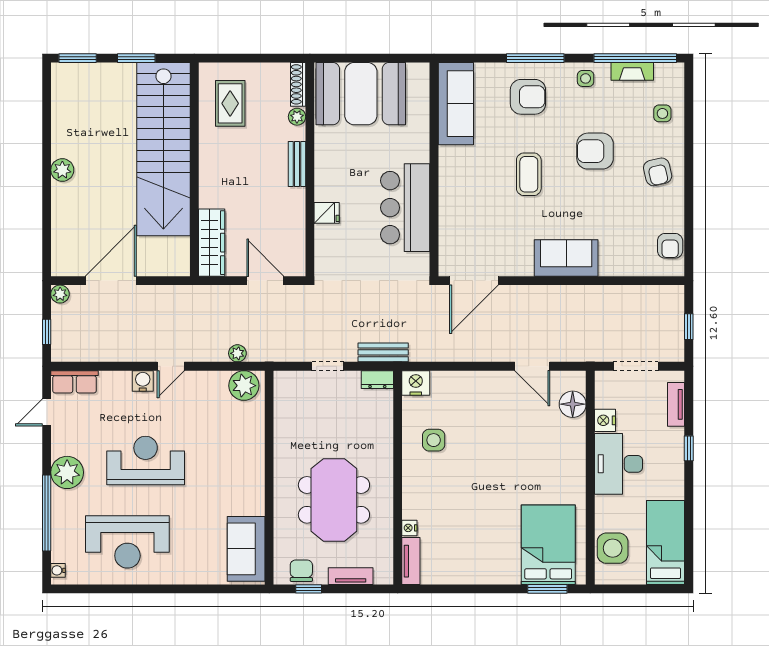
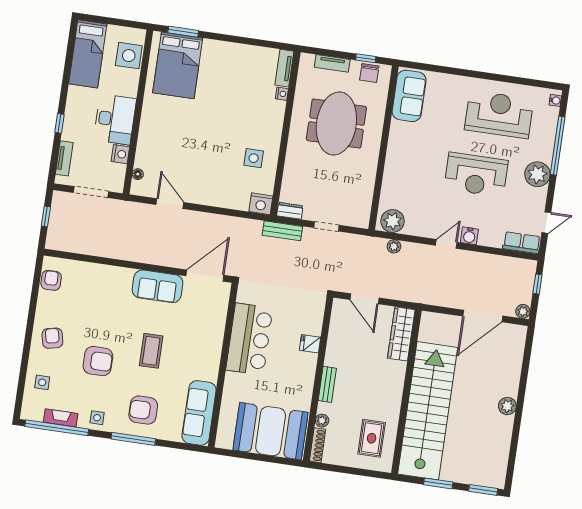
sofa: (566, 258) -> (157, 286), moved
floor lamp: (573, 404) -> (138, 174), width x0.53, depth x0.53

